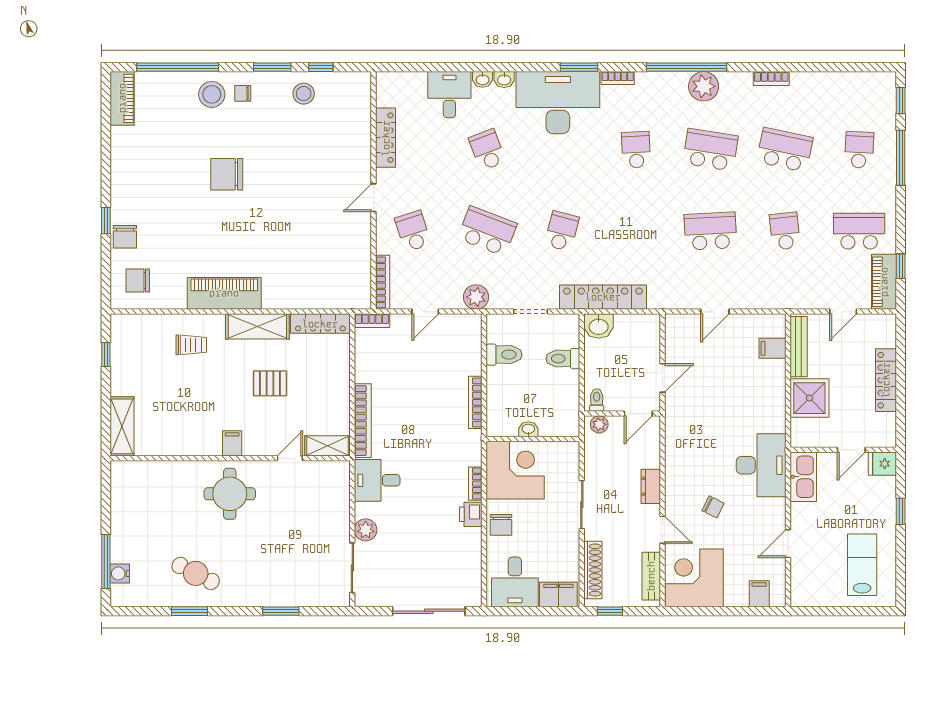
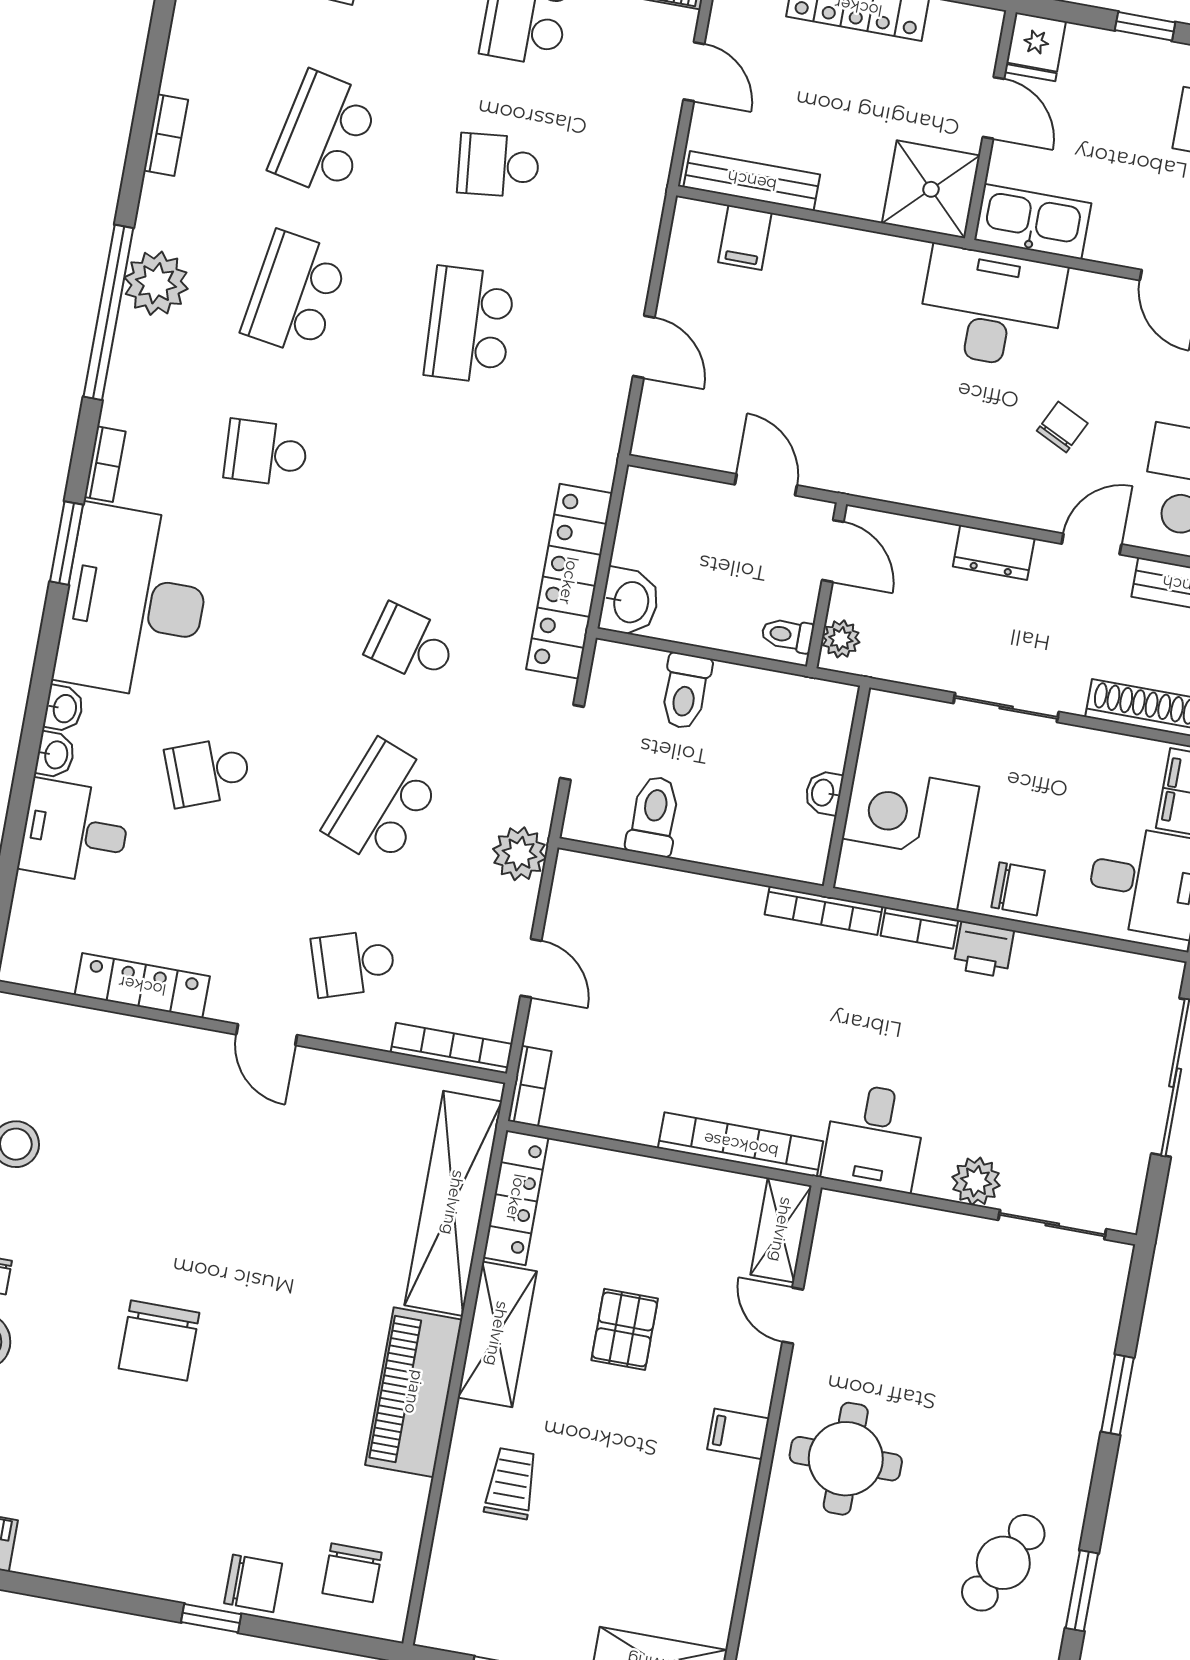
shelving: (313, 296) -> (453, 1203), added
shower: (809, 398) -> (931, 189), moved
bookcase: (475, 402) -> (823, 911), moved

